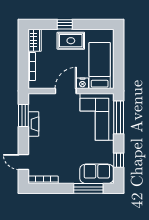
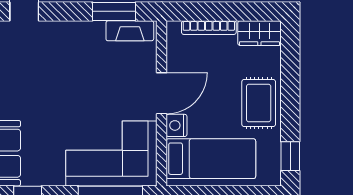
window: (65, 24) -> (290, 156), moved
door: (66, 91) -> (162, 93), hinge flipped
fireplace: (33, 124) -> (130, 31), moved

